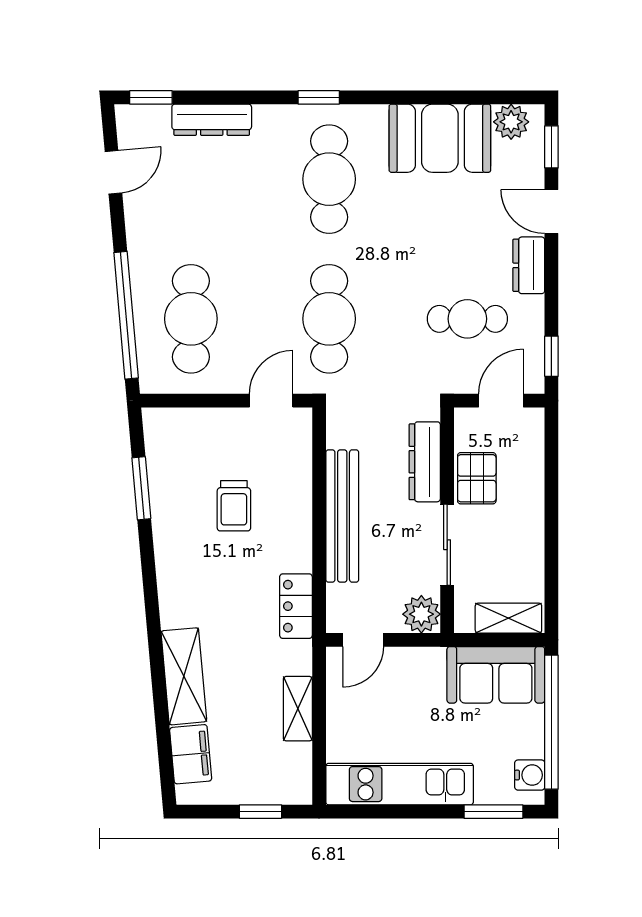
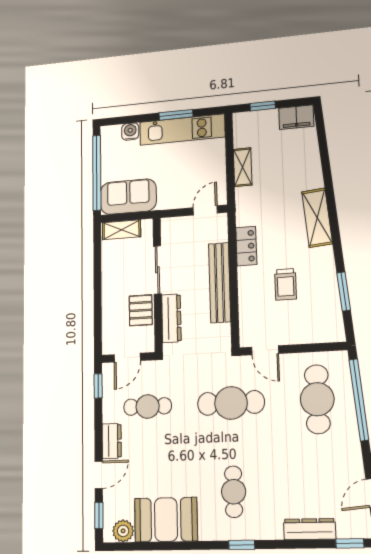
cafe table: (329, 179) -> (234, 492), width x0.73, depth x0.74
door: (551, 212) -> (99, 475), hinge flipped
cafe table: (329, 319) -> (231, 403), turned 90
door: (271, 401) -> (265, 350), hinge flipped
trolley: (234, 506) -> (286, 284), turned 180
locker: (296, 606) -> (246, 246), moved
plant: (421, 614) -> (172, 228), removed
shelving: (184, 676) -> (317, 218), moved
filing cabinet: (191, 754) -> (296, 117), moved, turned -85
water cooler: (530, 775) -> (130, 132), moved, turned 90
window: (493, 812) -> (176, 115), moved

